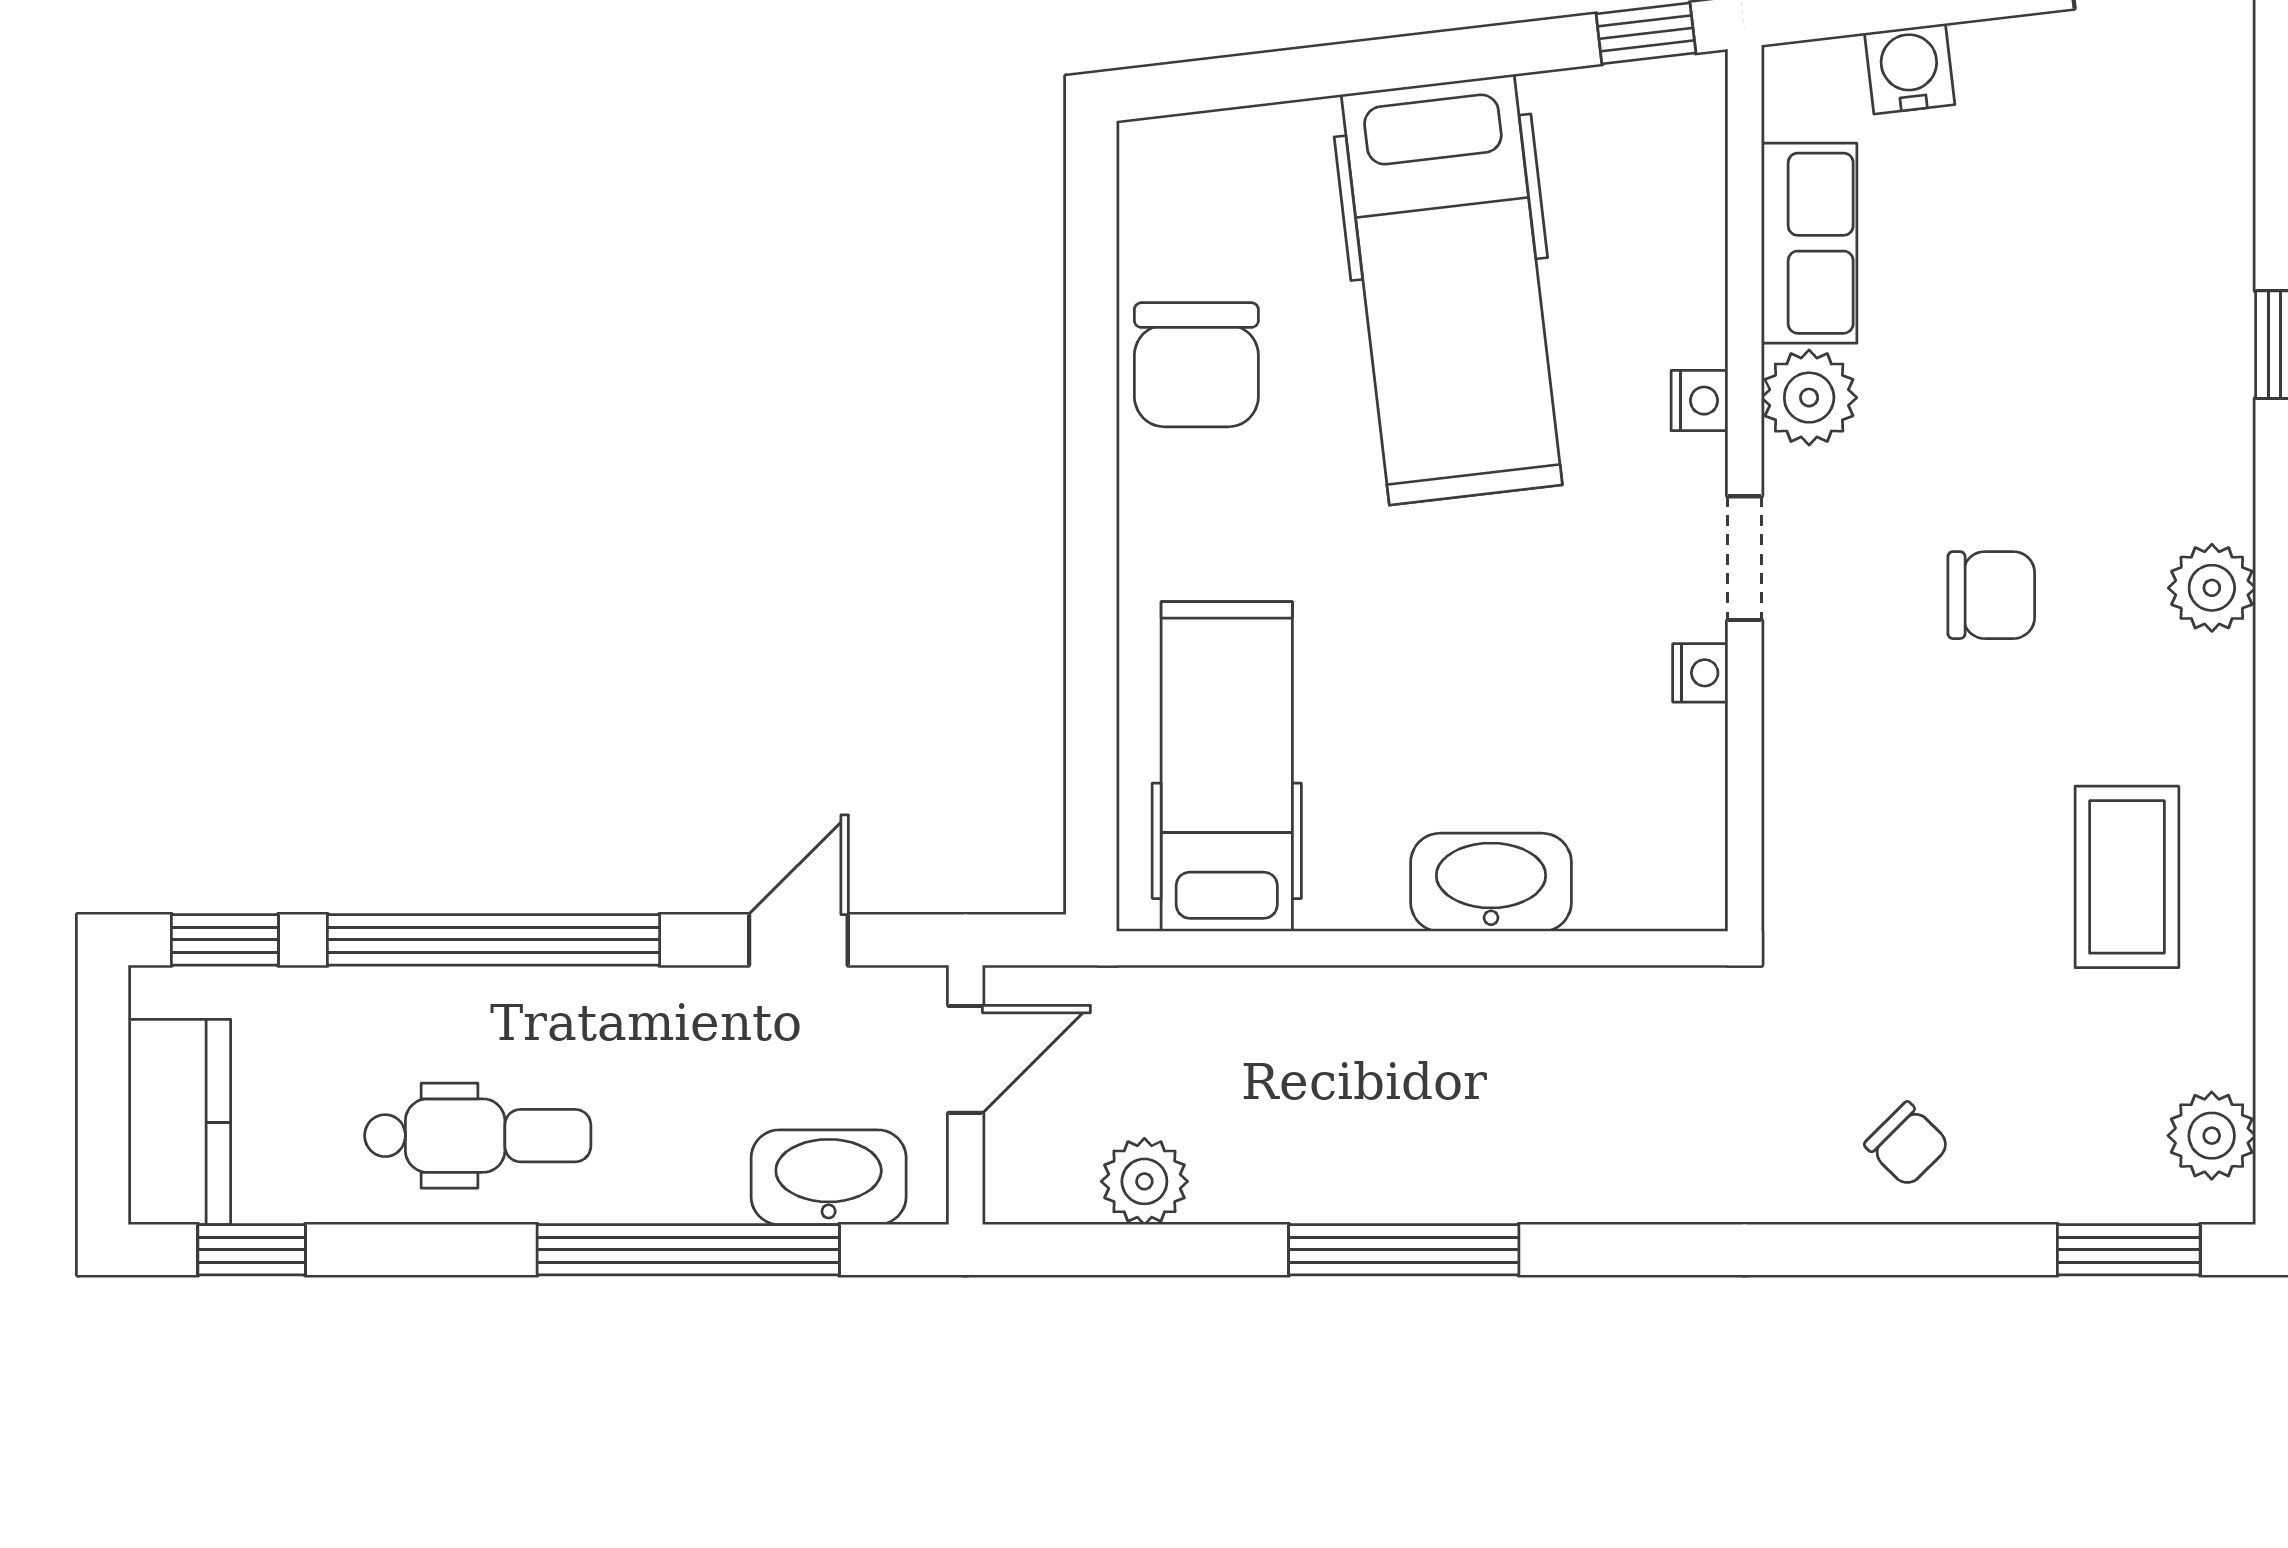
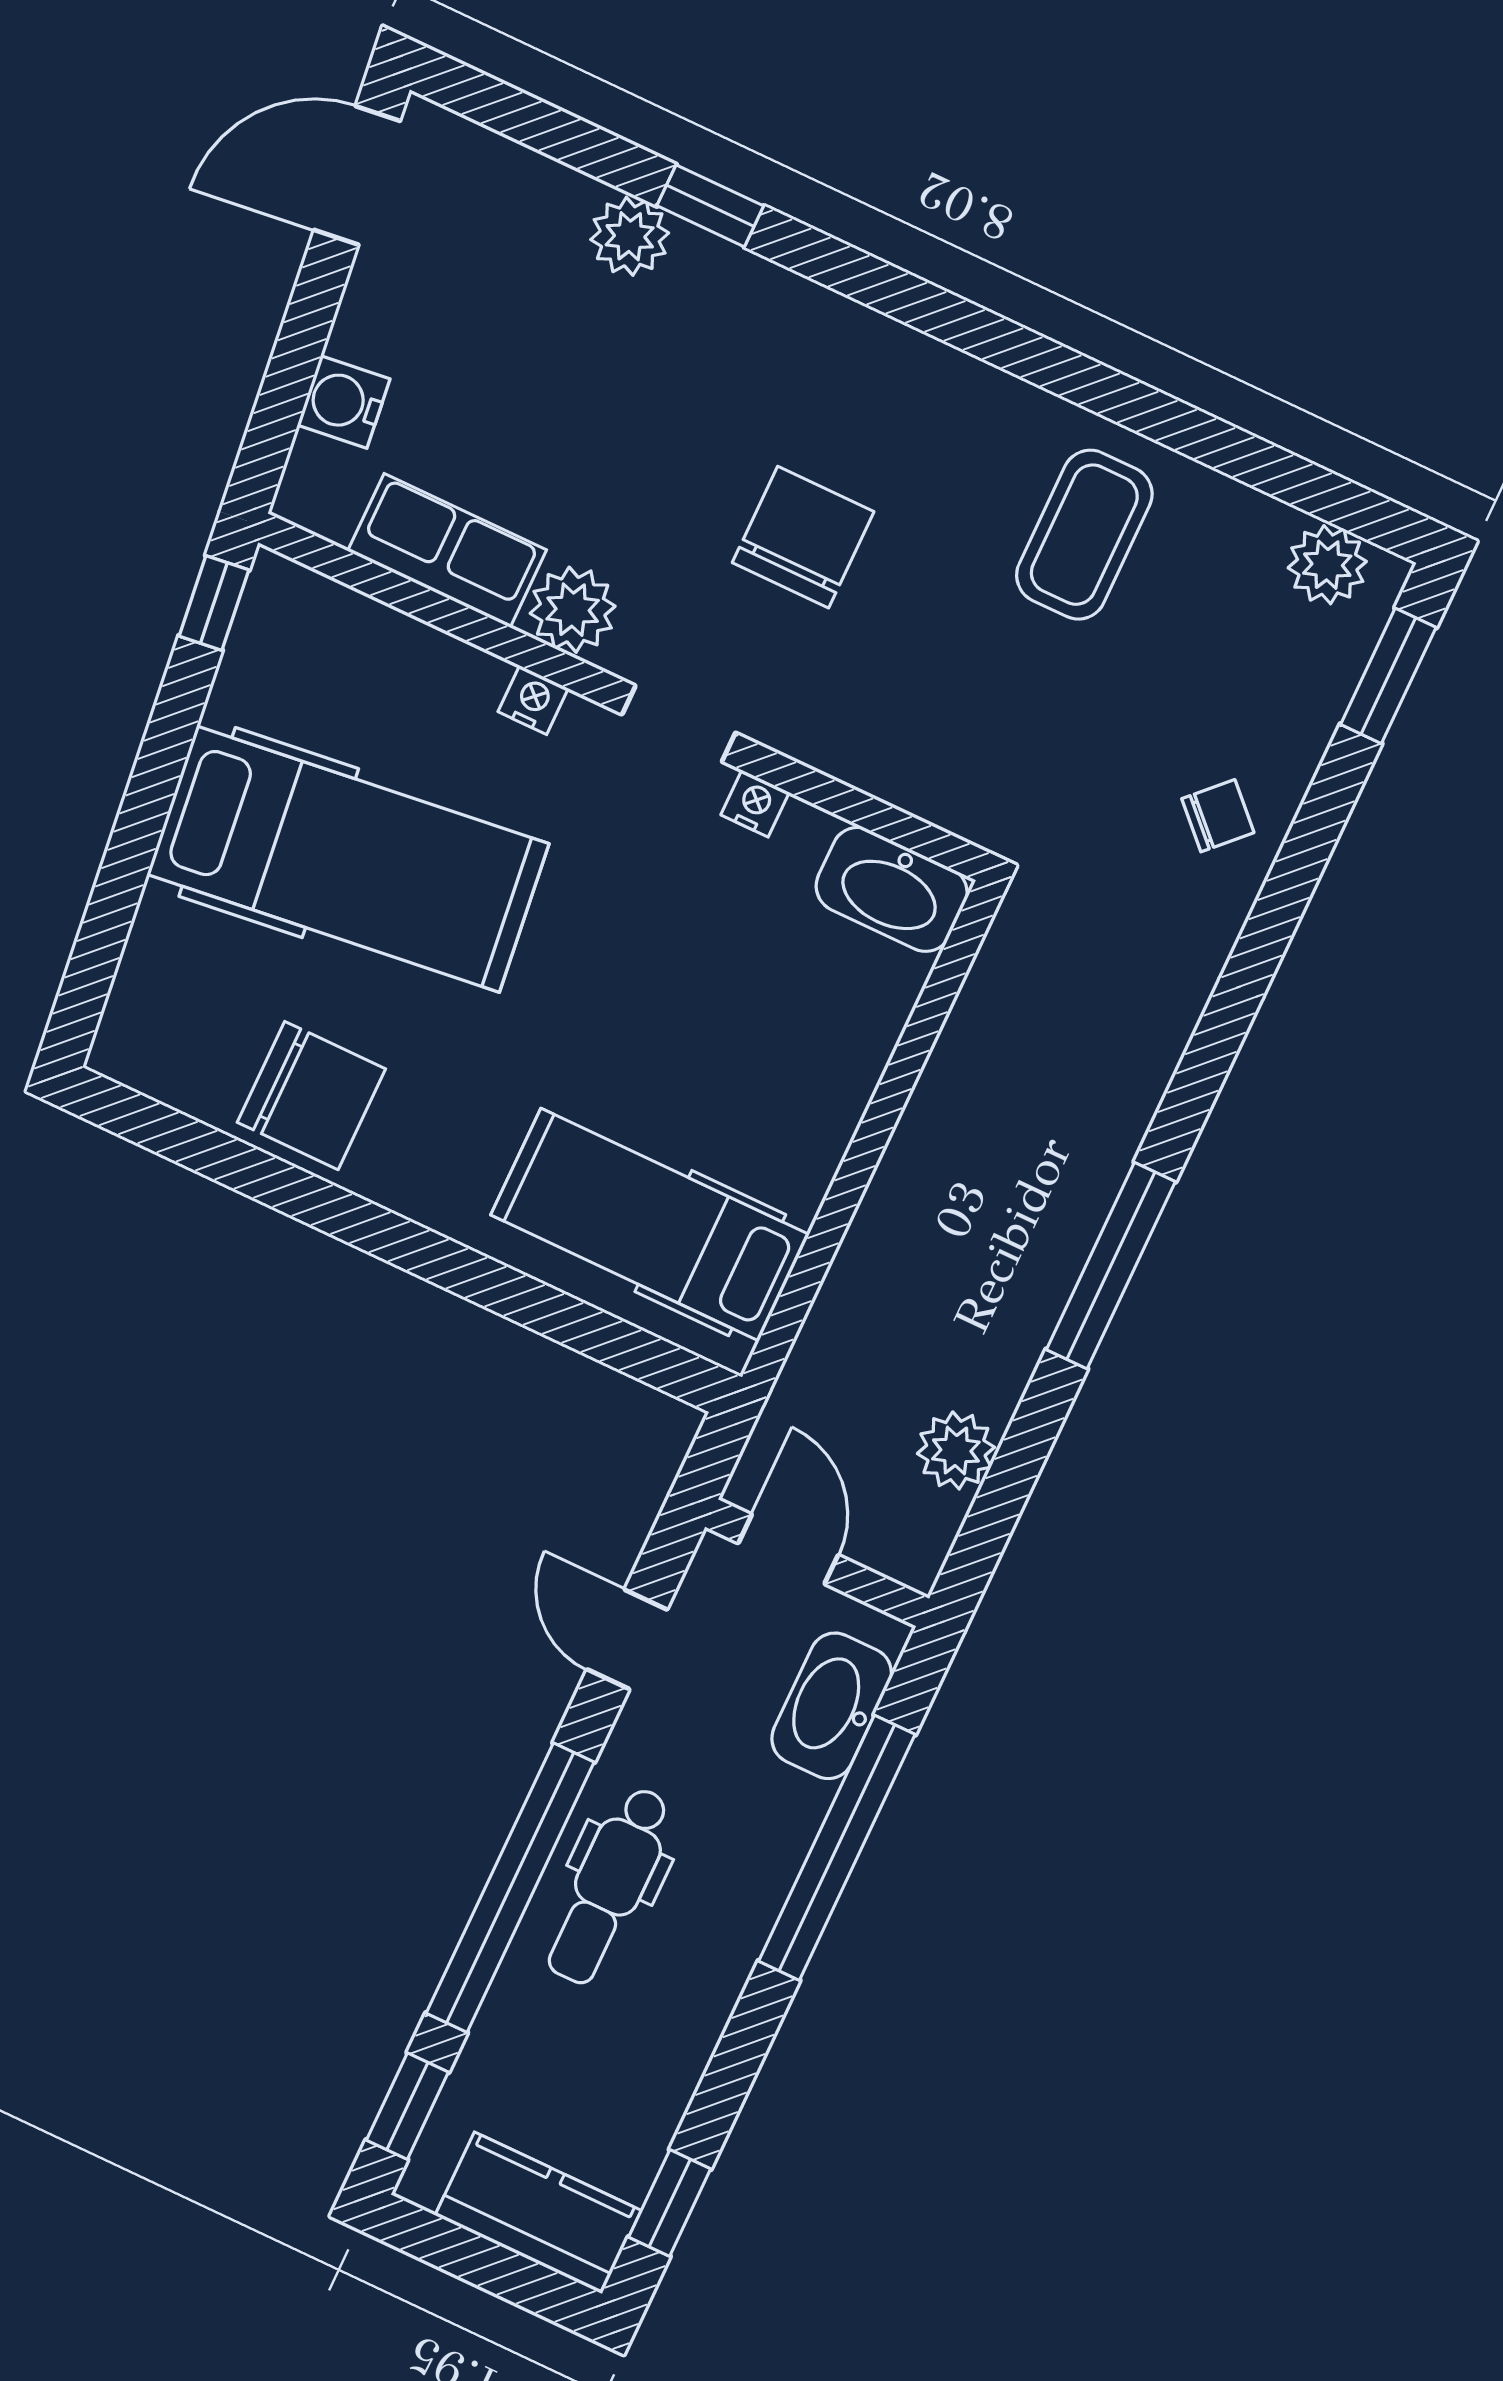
plant: (2212, 588) -> (630, 236), moved
chair: (1991, 595) -> (803, 537), width x1.37, depth x1.37
coffee table: (2127, 877) -> (1084, 535), turned 90
washbasin: (1491, 882) -> (892, 889), moved, turned -90
dental chair: (478, 1136) -> (609, 1885), moved, turned 180

